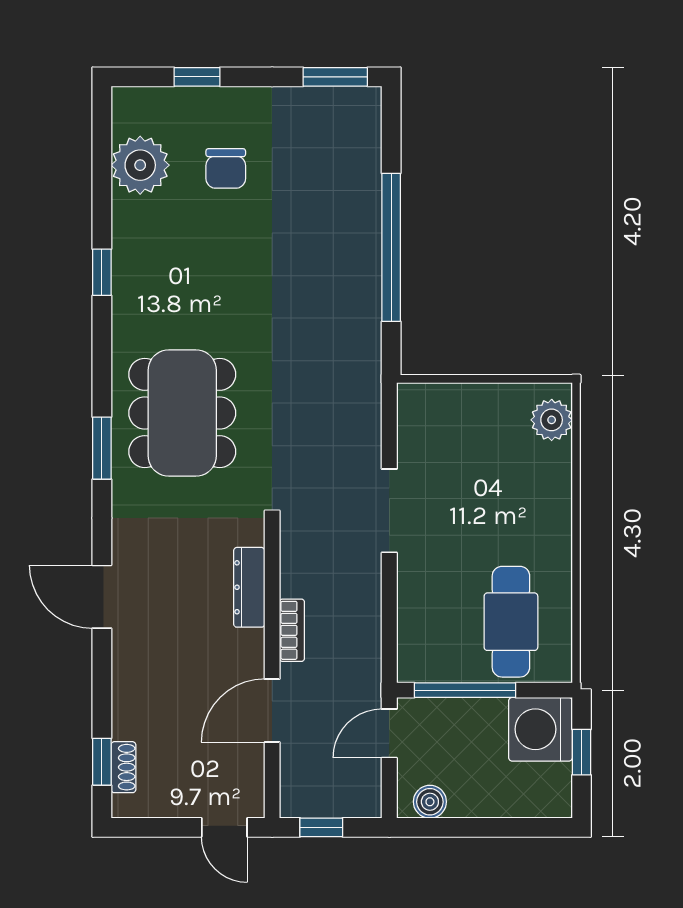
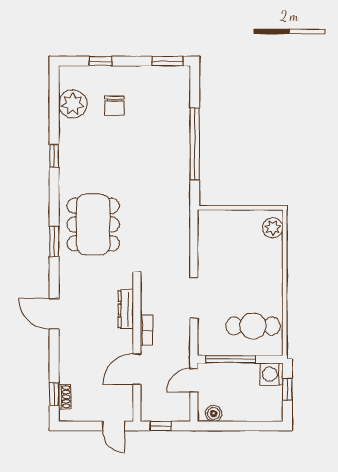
doorway: (389, 511) -> (194, 298), moved
cafe table: (511, 622) -> (253, 326), turned 90
washing machine: (541, 729) -> (272, 374), width x0.73, depth x0.73

